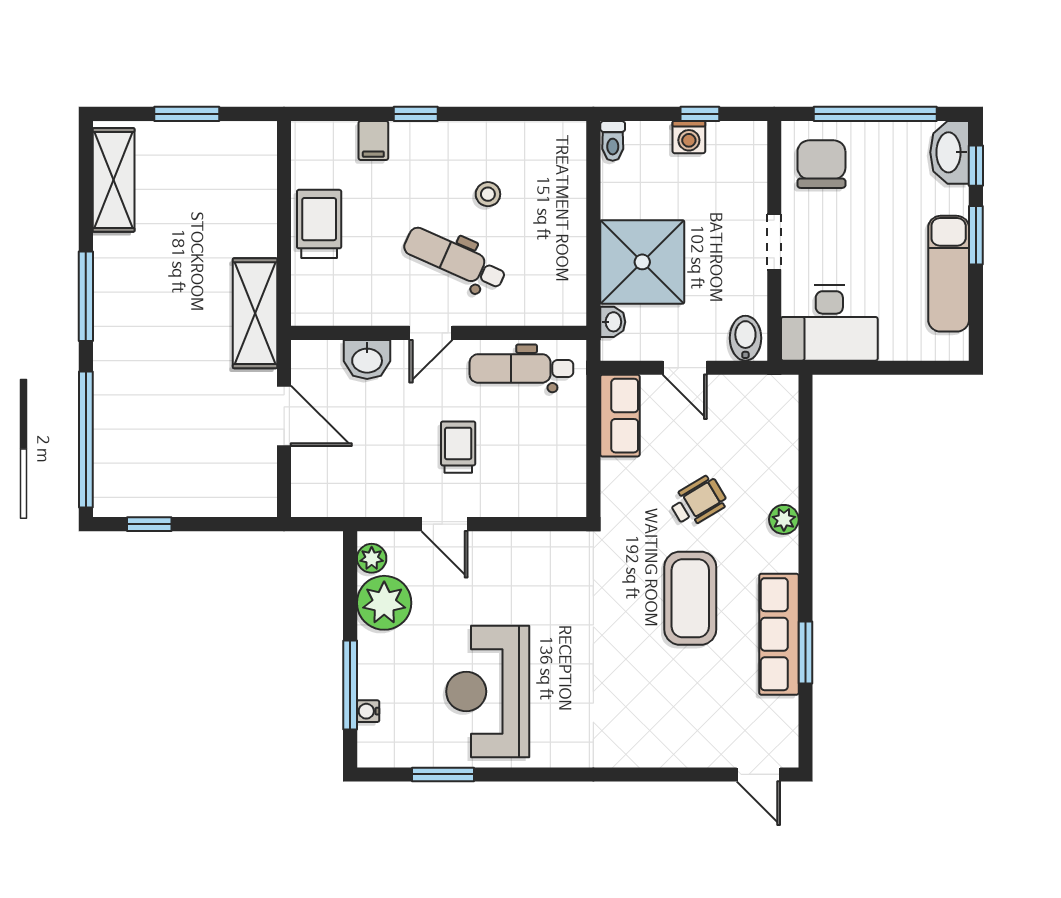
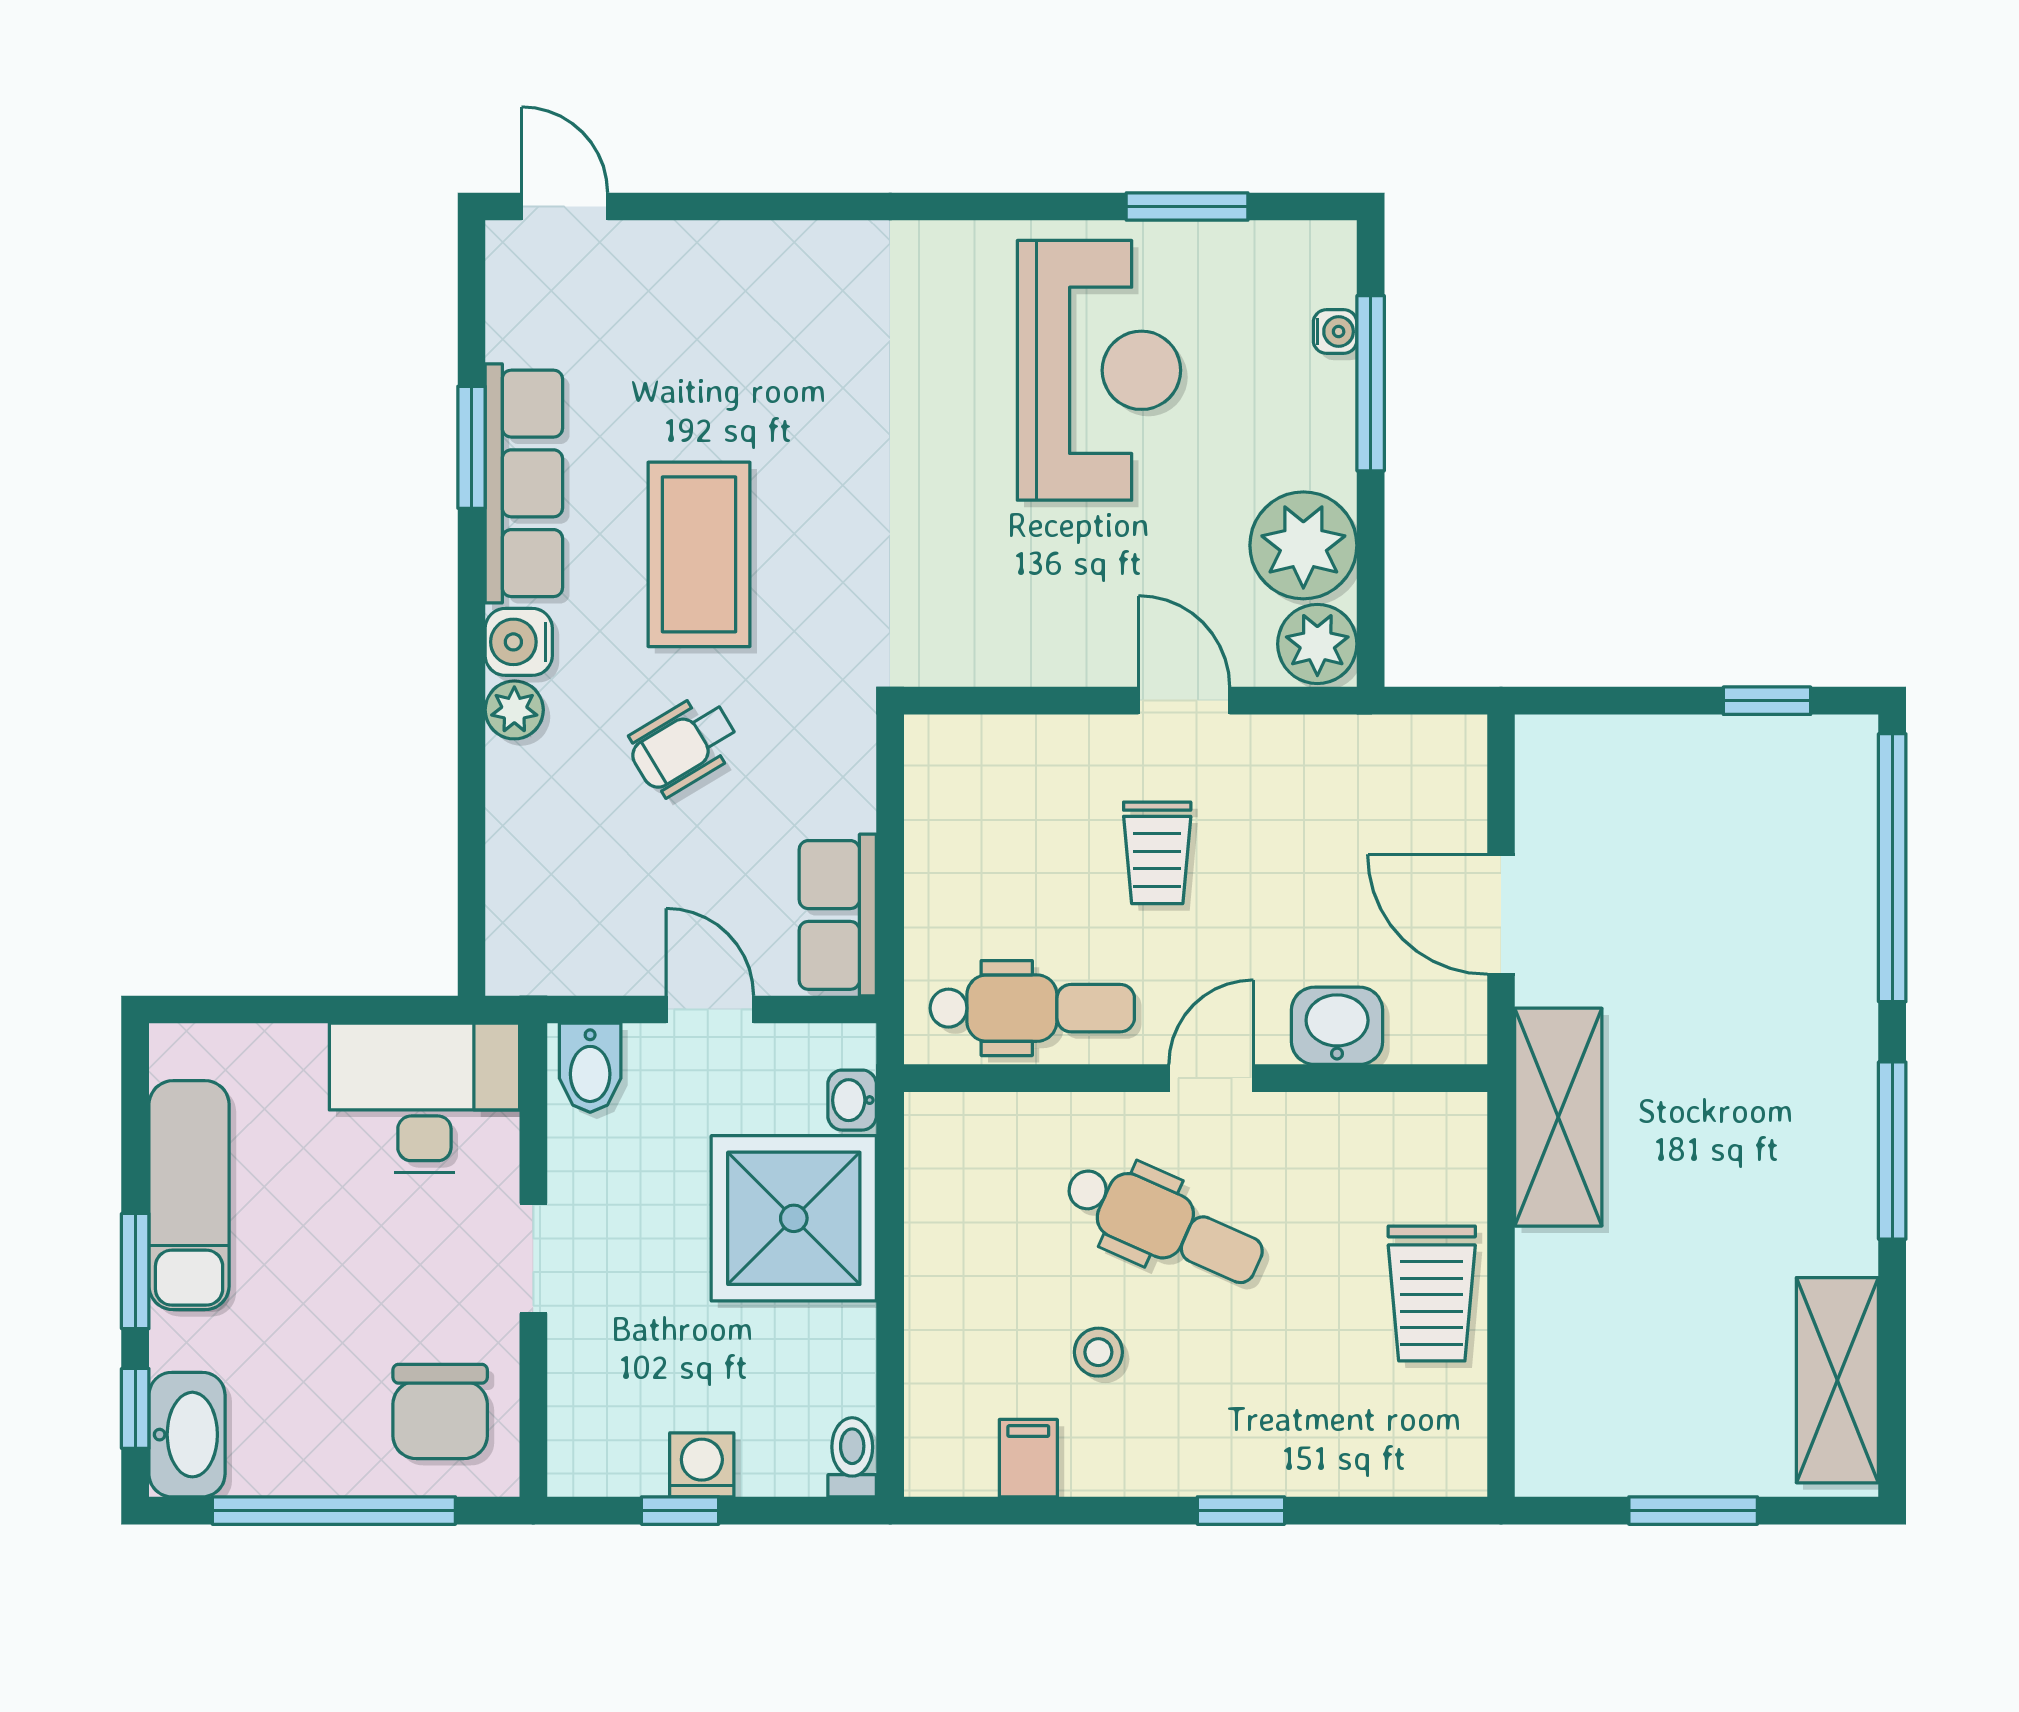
filing cabinet: (373, 140) -> (1028, 1458), moved
water cooler: (782, 554) -> (519, 642), added
plant: (372, 558) -> (1317, 644), width x1.38, depth x1.38

